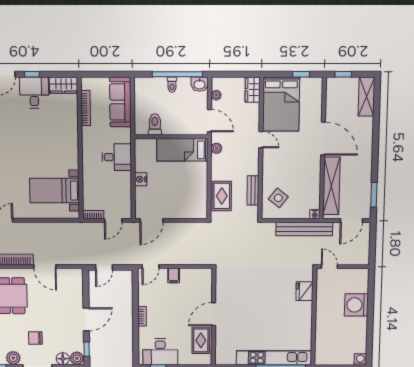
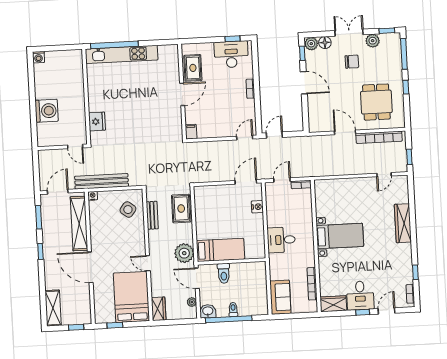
sofa: (120, 102) -> (280, 297), width x0.73
toilet: (155, 124) -> (224, 273), moved
plant: (216, 148) -> (184, 253), width x1.88, depth x1.88
window: (375, 158) -> (40, 251), added
nightstand: (141, 179) -> (257, 207), moved
bed with nightstands: (55, 190) -> (340, 236), moved
door: (104, 267) -> (274, 135), moved
filing cabinet: (174, 275) -> (191, 132), moved
door: (86, 319) -> (304, 83), swing flipped

